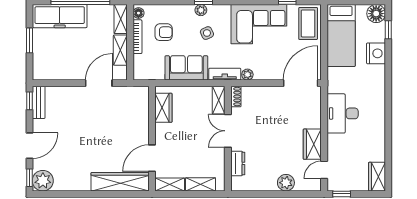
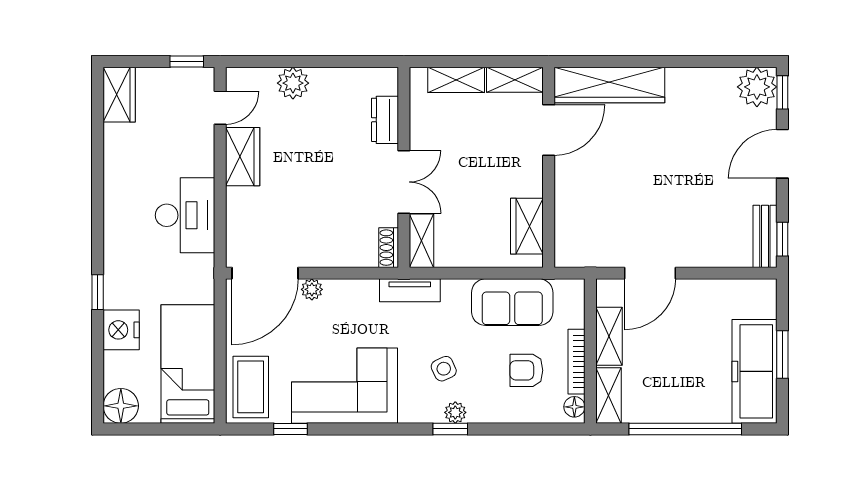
freezer: (60, 16) -> (754, 371), moved, turned -90
window: (388, 30) -> (98, 292), moved
sofa: (186, 68) -> (512, 302), moved
plant: (247, 75) -> (312, 289), moved

